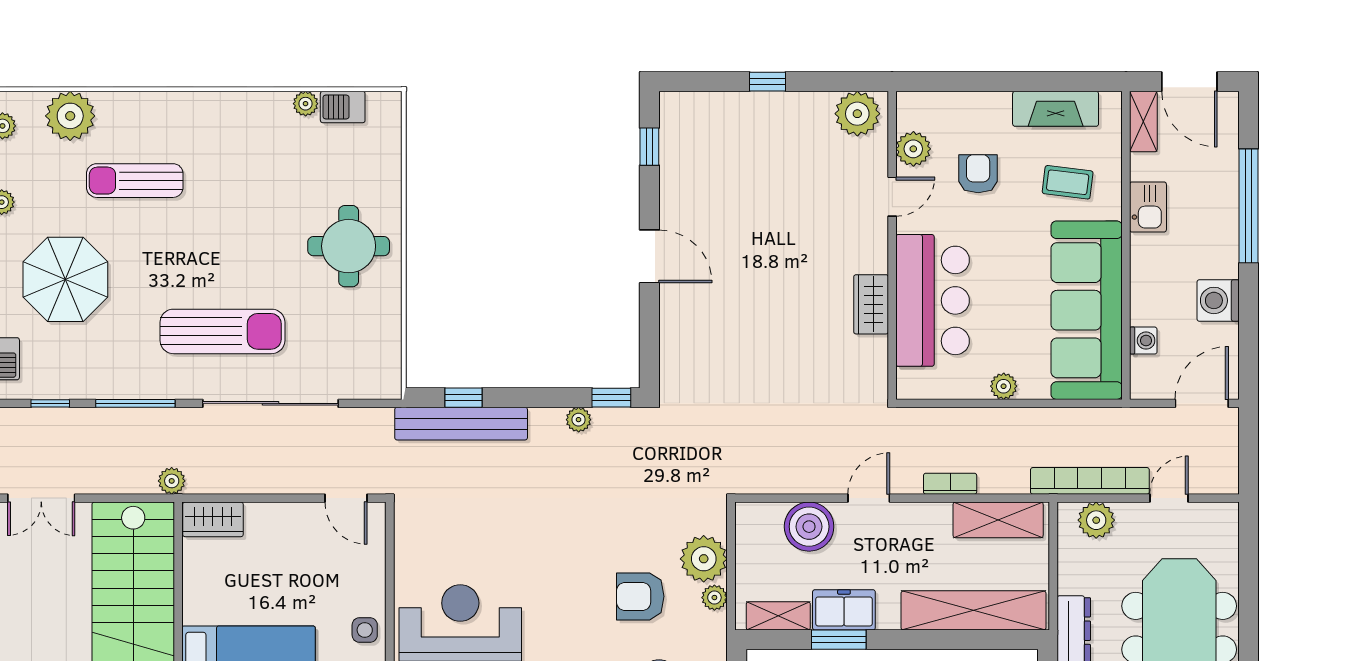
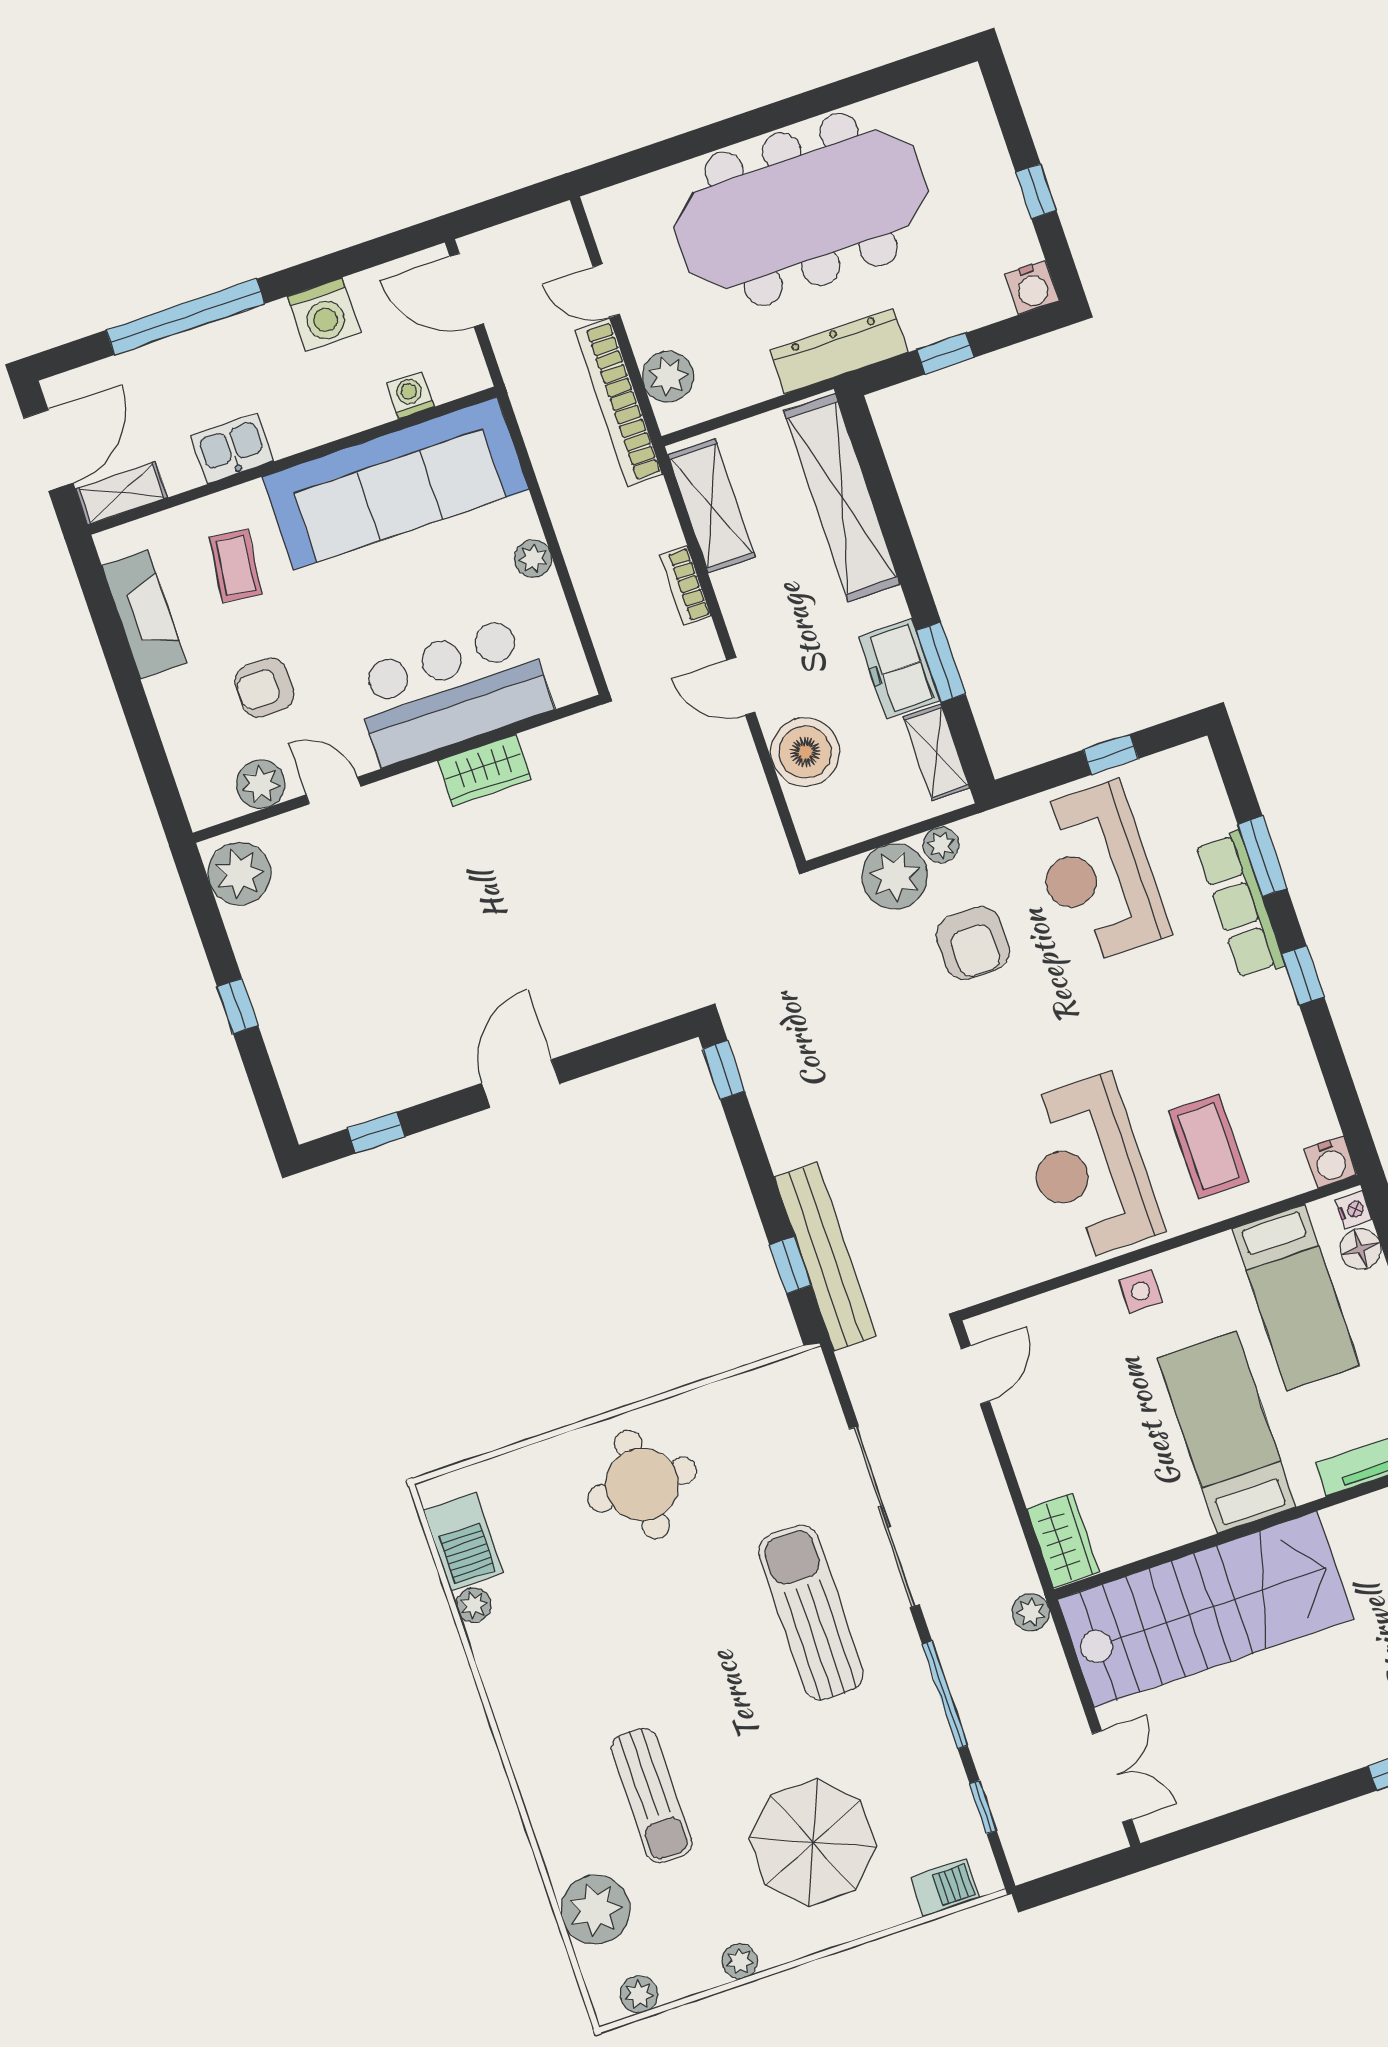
barbecue: (343, 107) -> (463, 1542), width x1.38, depth x1.27
plant: (579, 420) -> (768, 1104), removed

